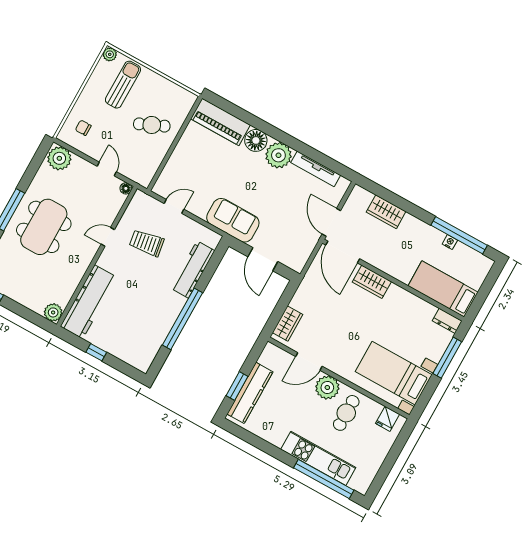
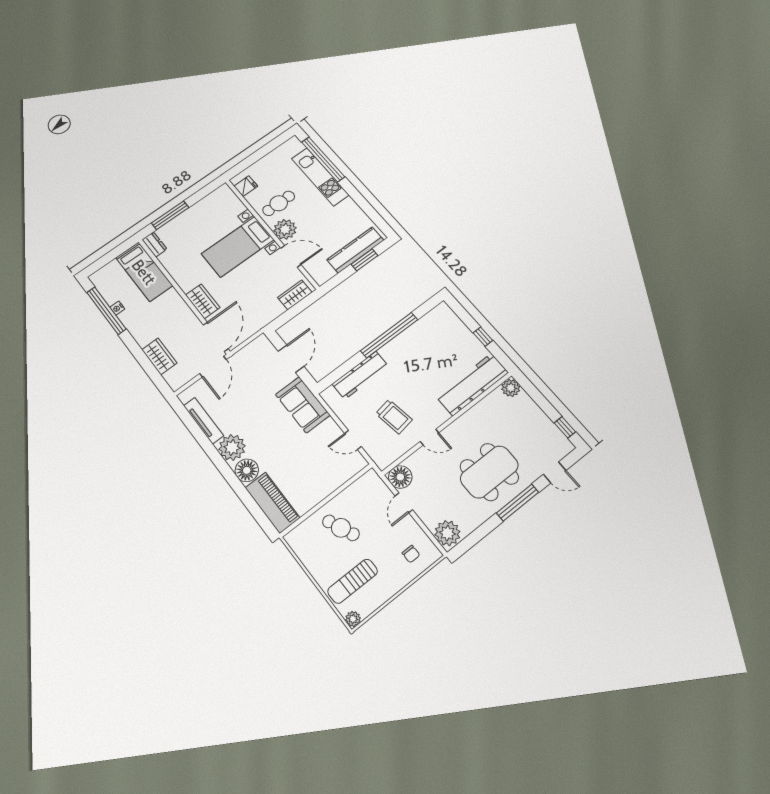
floor lamp: (126, 188) -> (400, 477), width x1.89, depth x1.89
bed with nightstands: (394, 373) -> (238, 247), moved, turned 90

